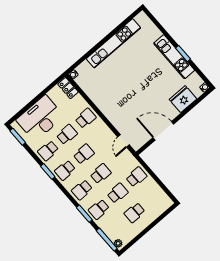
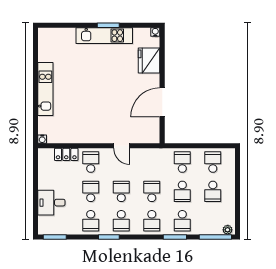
kitchen unit: (113, 43) -> (45, 89), width x0.73
locker: (68, 88) -> (66, 154), moved
desk: (40, 118) -> (51, 203), width x0.53, depth x0.77
door: (124, 141) -> (122, 146), moved
school desk: (118, 193) -> (182, 191), turned 180
school desk: (153, 196) -> (213, 162), added

